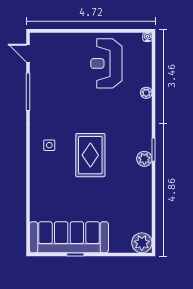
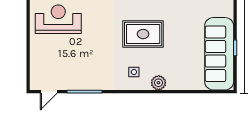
reception desk: (106, 63) -> (58, 19), turned 180
plant: (38, 172) -> (159, 83), added

